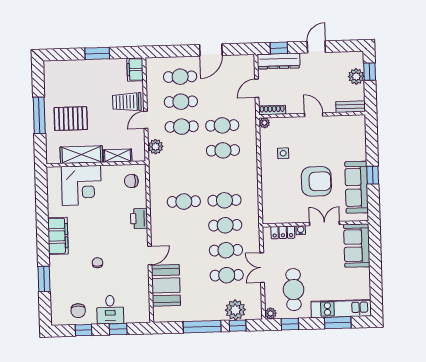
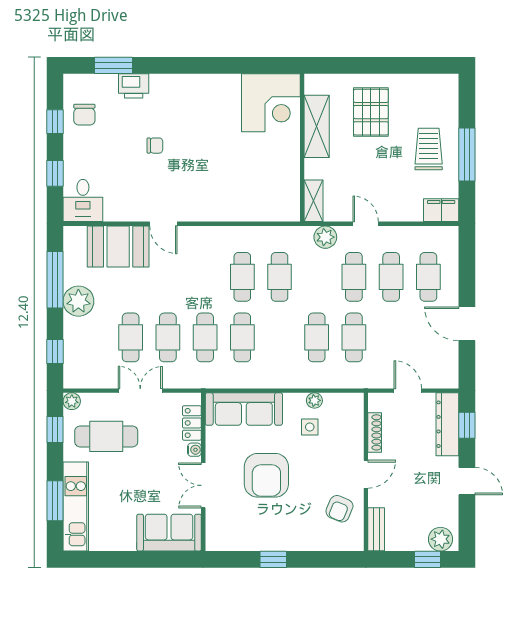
window: (97, 53) -> (467, 154), width x1.44
plant: (356, 76) -> (441, 539), moved
trolley: (127, 102) -> (429, 149), moved
shoe rack: (272, 110) -> (375, 432), moved
window: (39, 115) -> (377, 65), removed
plant: (264, 123) -> (314, 400), moved
armchair: (337, 132) -> (339, 509), added
shelving: (118, 156) -> (314, 201), moved
cafe table: (183, 177) -> (280, 277), added
chair: (131, 181) -> (275, 200), removed
corner desk: (81, 185) -> (271, 103), moved, turned -90
sofa: (357, 187) -> (244, 409), moved, turned 180
printer: (139, 219) -> (134, 86), moved, turned 180
double door: (324, 224) -> (203, 485), swing flipped
filing cabinet: (58, 236) -> (197, 88), removed
window: (44, 279) -> (113, 65), moved
desk: (110, 310) -> (83, 201), moved, turned -90
plant: (235, 310) -> (78, 301), moved
chair: (78, 311) -> (84, 115), turned -90
window: (202, 327) -> (55, 280), moved

